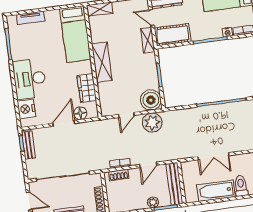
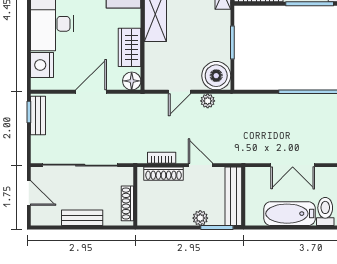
floor lamp: (80, 113) -> (132, 81), moved
plant: (152, 123) -> (208, 101), width x0.53, depth x0.53
door: (148, 165) -> (200, 165), swing flipped
shoe rack: (119, 175) -> (164, 174), width x1.43

